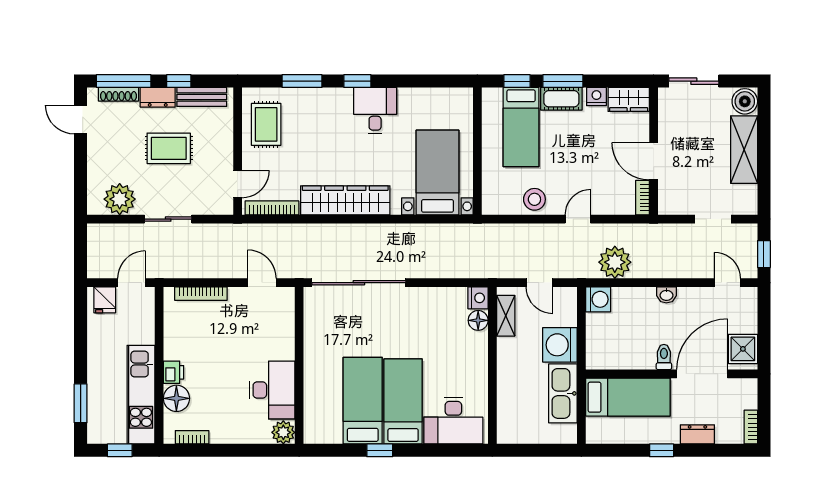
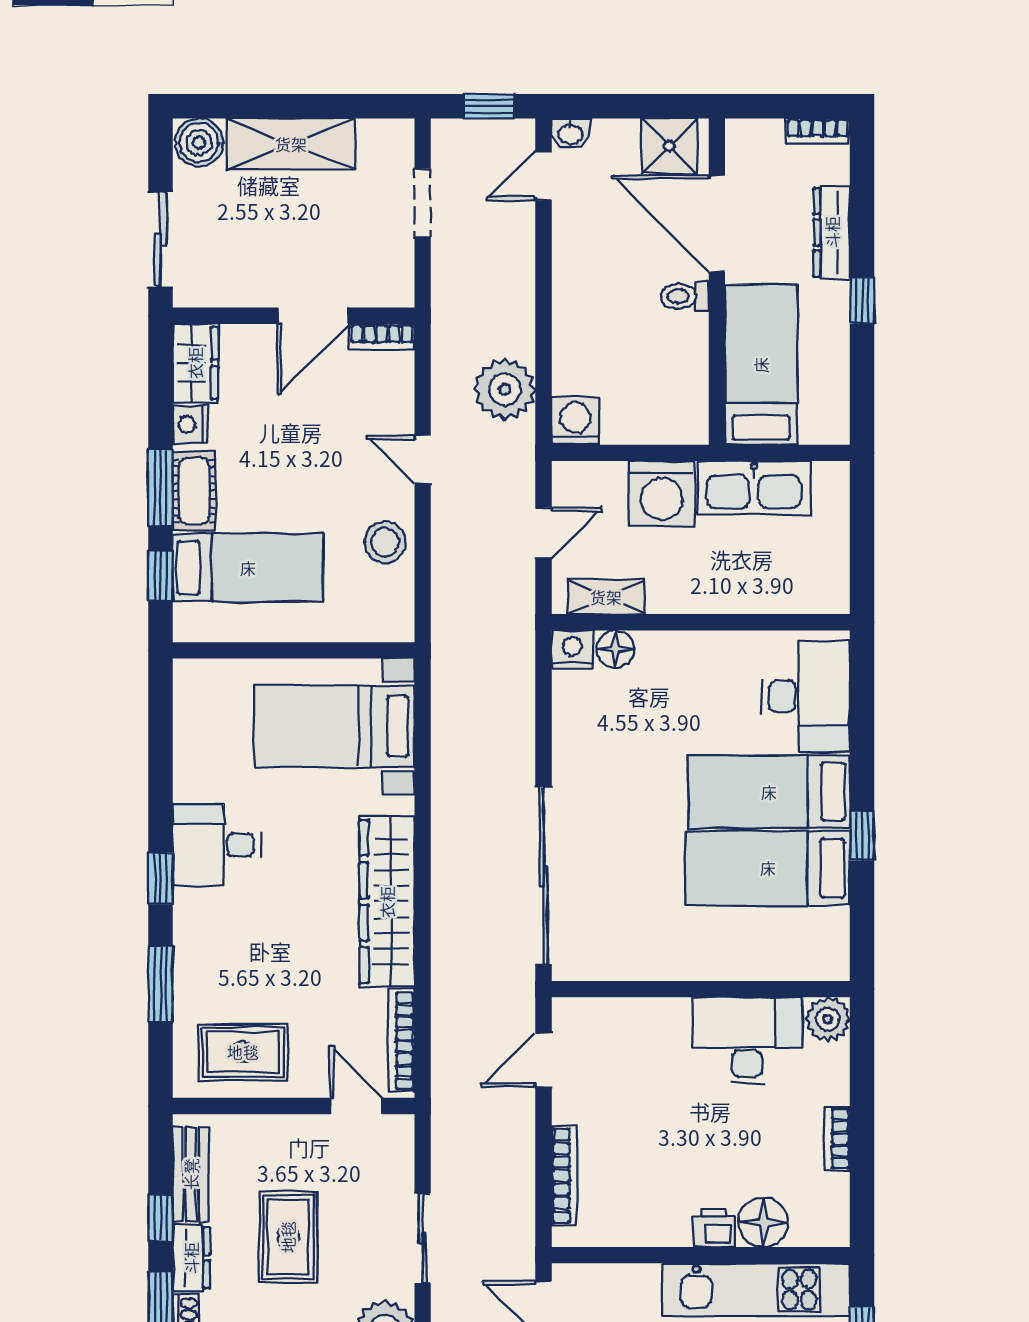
washbasin: (666, 295) -> (570, 134), moved, turned 90
dresser: (697, 434) -> (832, 232), width x1.44
bookcase: (192, 437) -> (837, 1138), moved

